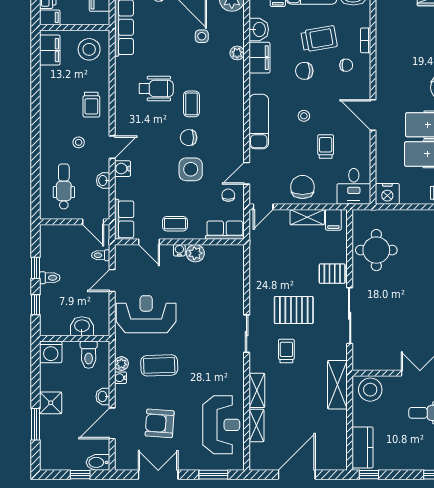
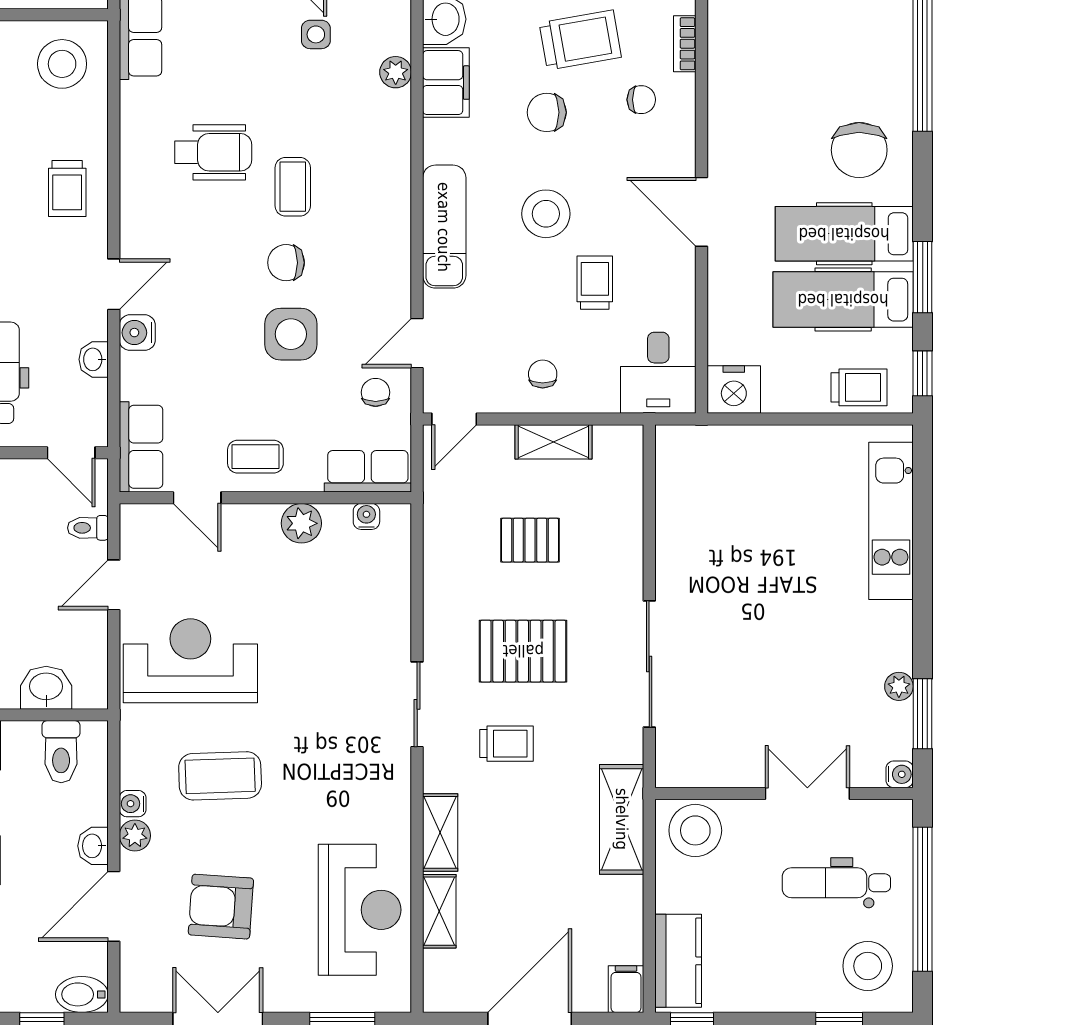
stool: (304, 116) -> (546, 214), width x1.89, depth x1.89
stool: (79, 142) -> (39, 273), removed
chair: (302, 187) -> (543, 374), width x0.54, depth x0.54
filing cabinet: (333, 220) -> (626, 989), moved, turned 180
water cooler: (179, 250) -> (366, 516), moved
round table: (376, 250) -> (709, 516), removed
pallet: (332, 274) -> (530, 540), moved
trolley: (286, 351) -> (506, 744), turned 90
plant: (121, 364) -> (135, 836), moved

